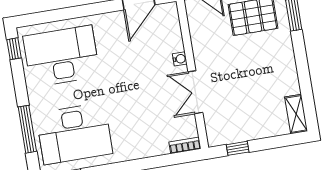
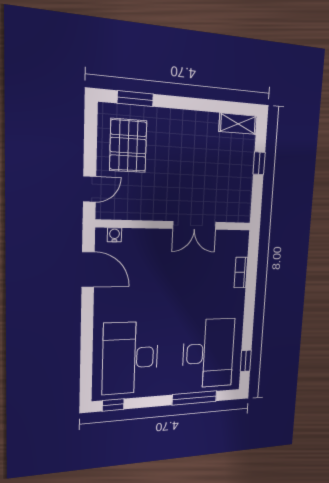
water cooler: (180, 59) -> (114, 235), moved
bookcase: (185, 145) -> (241, 272), moved
window: (238, 148) -> (259, 163), moved

